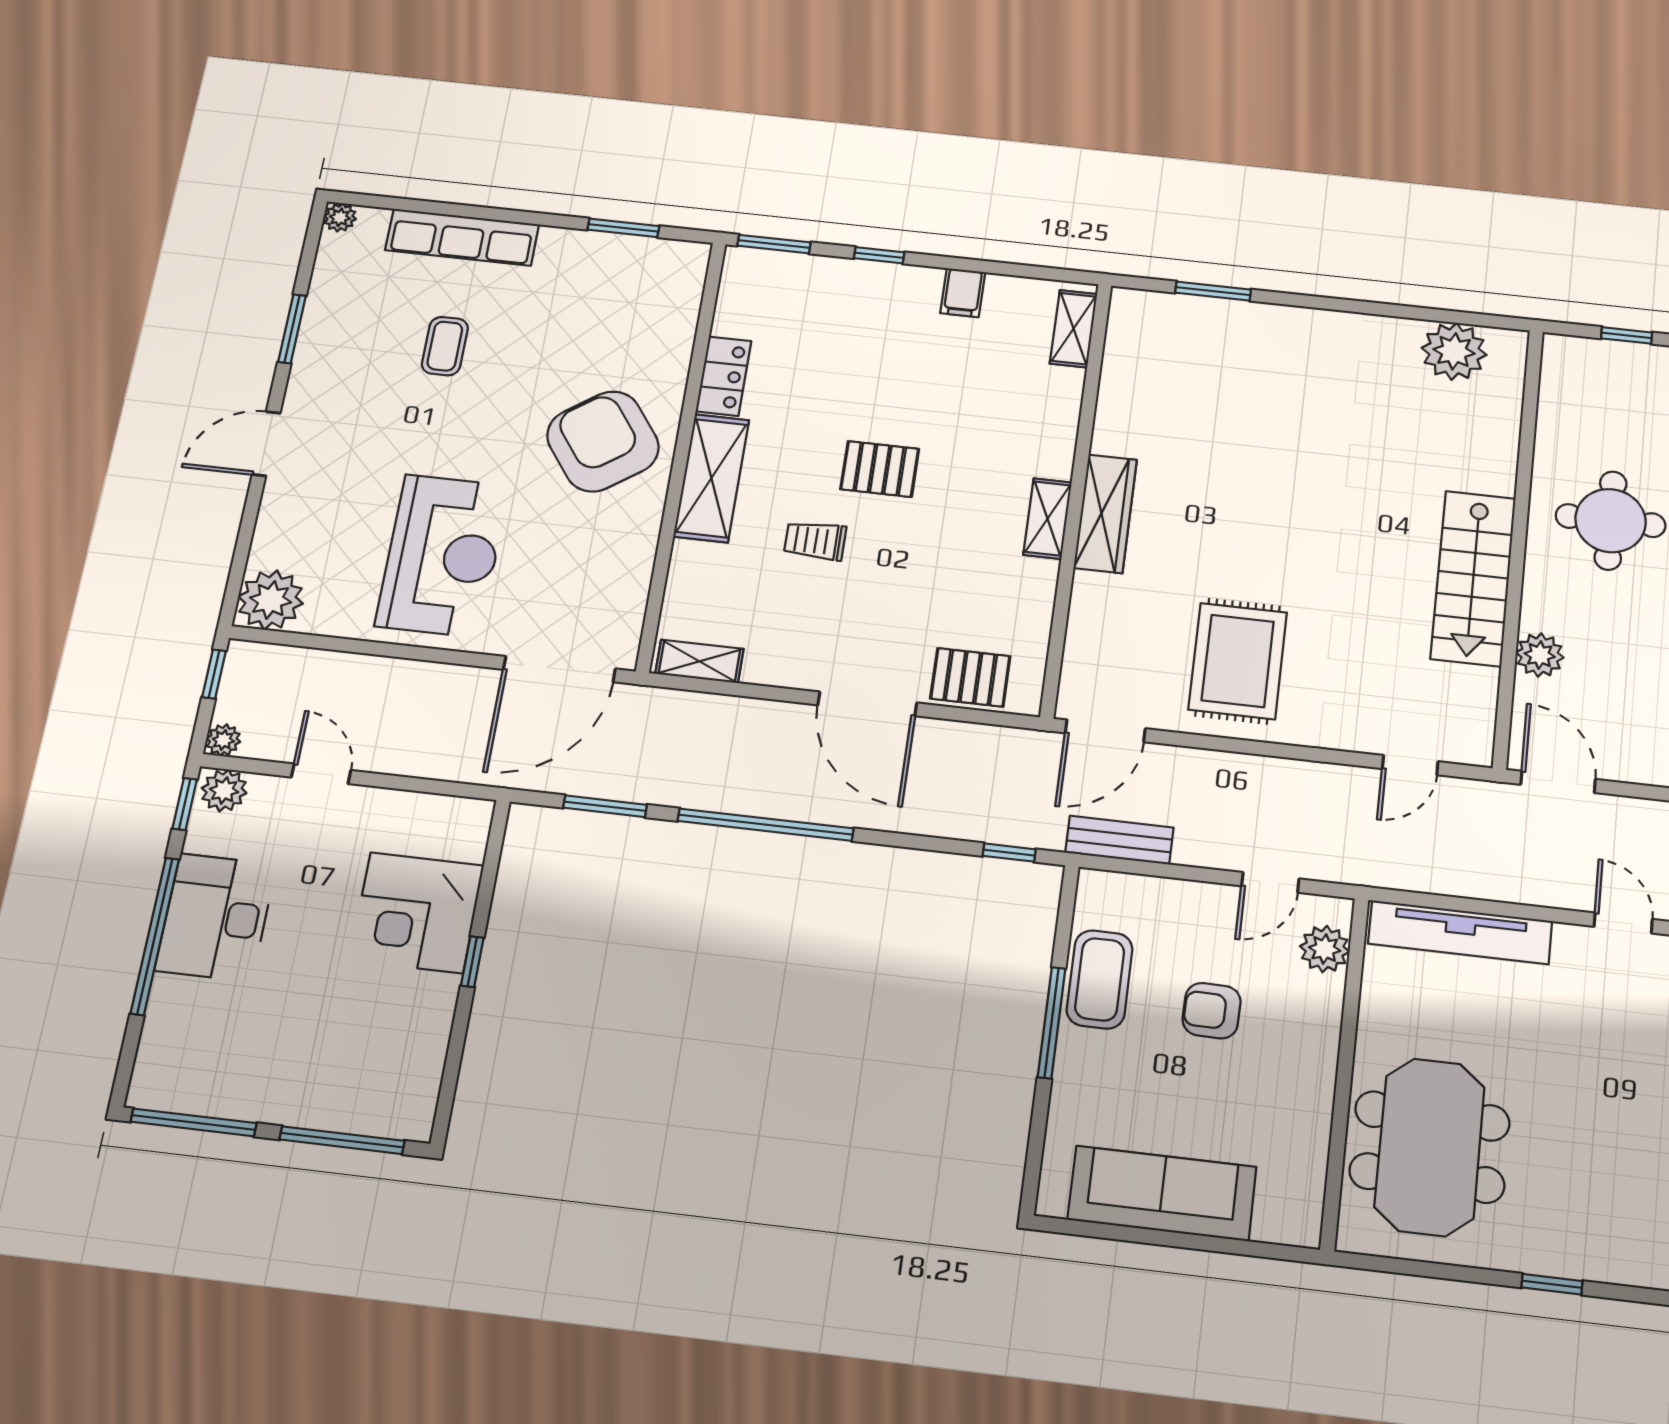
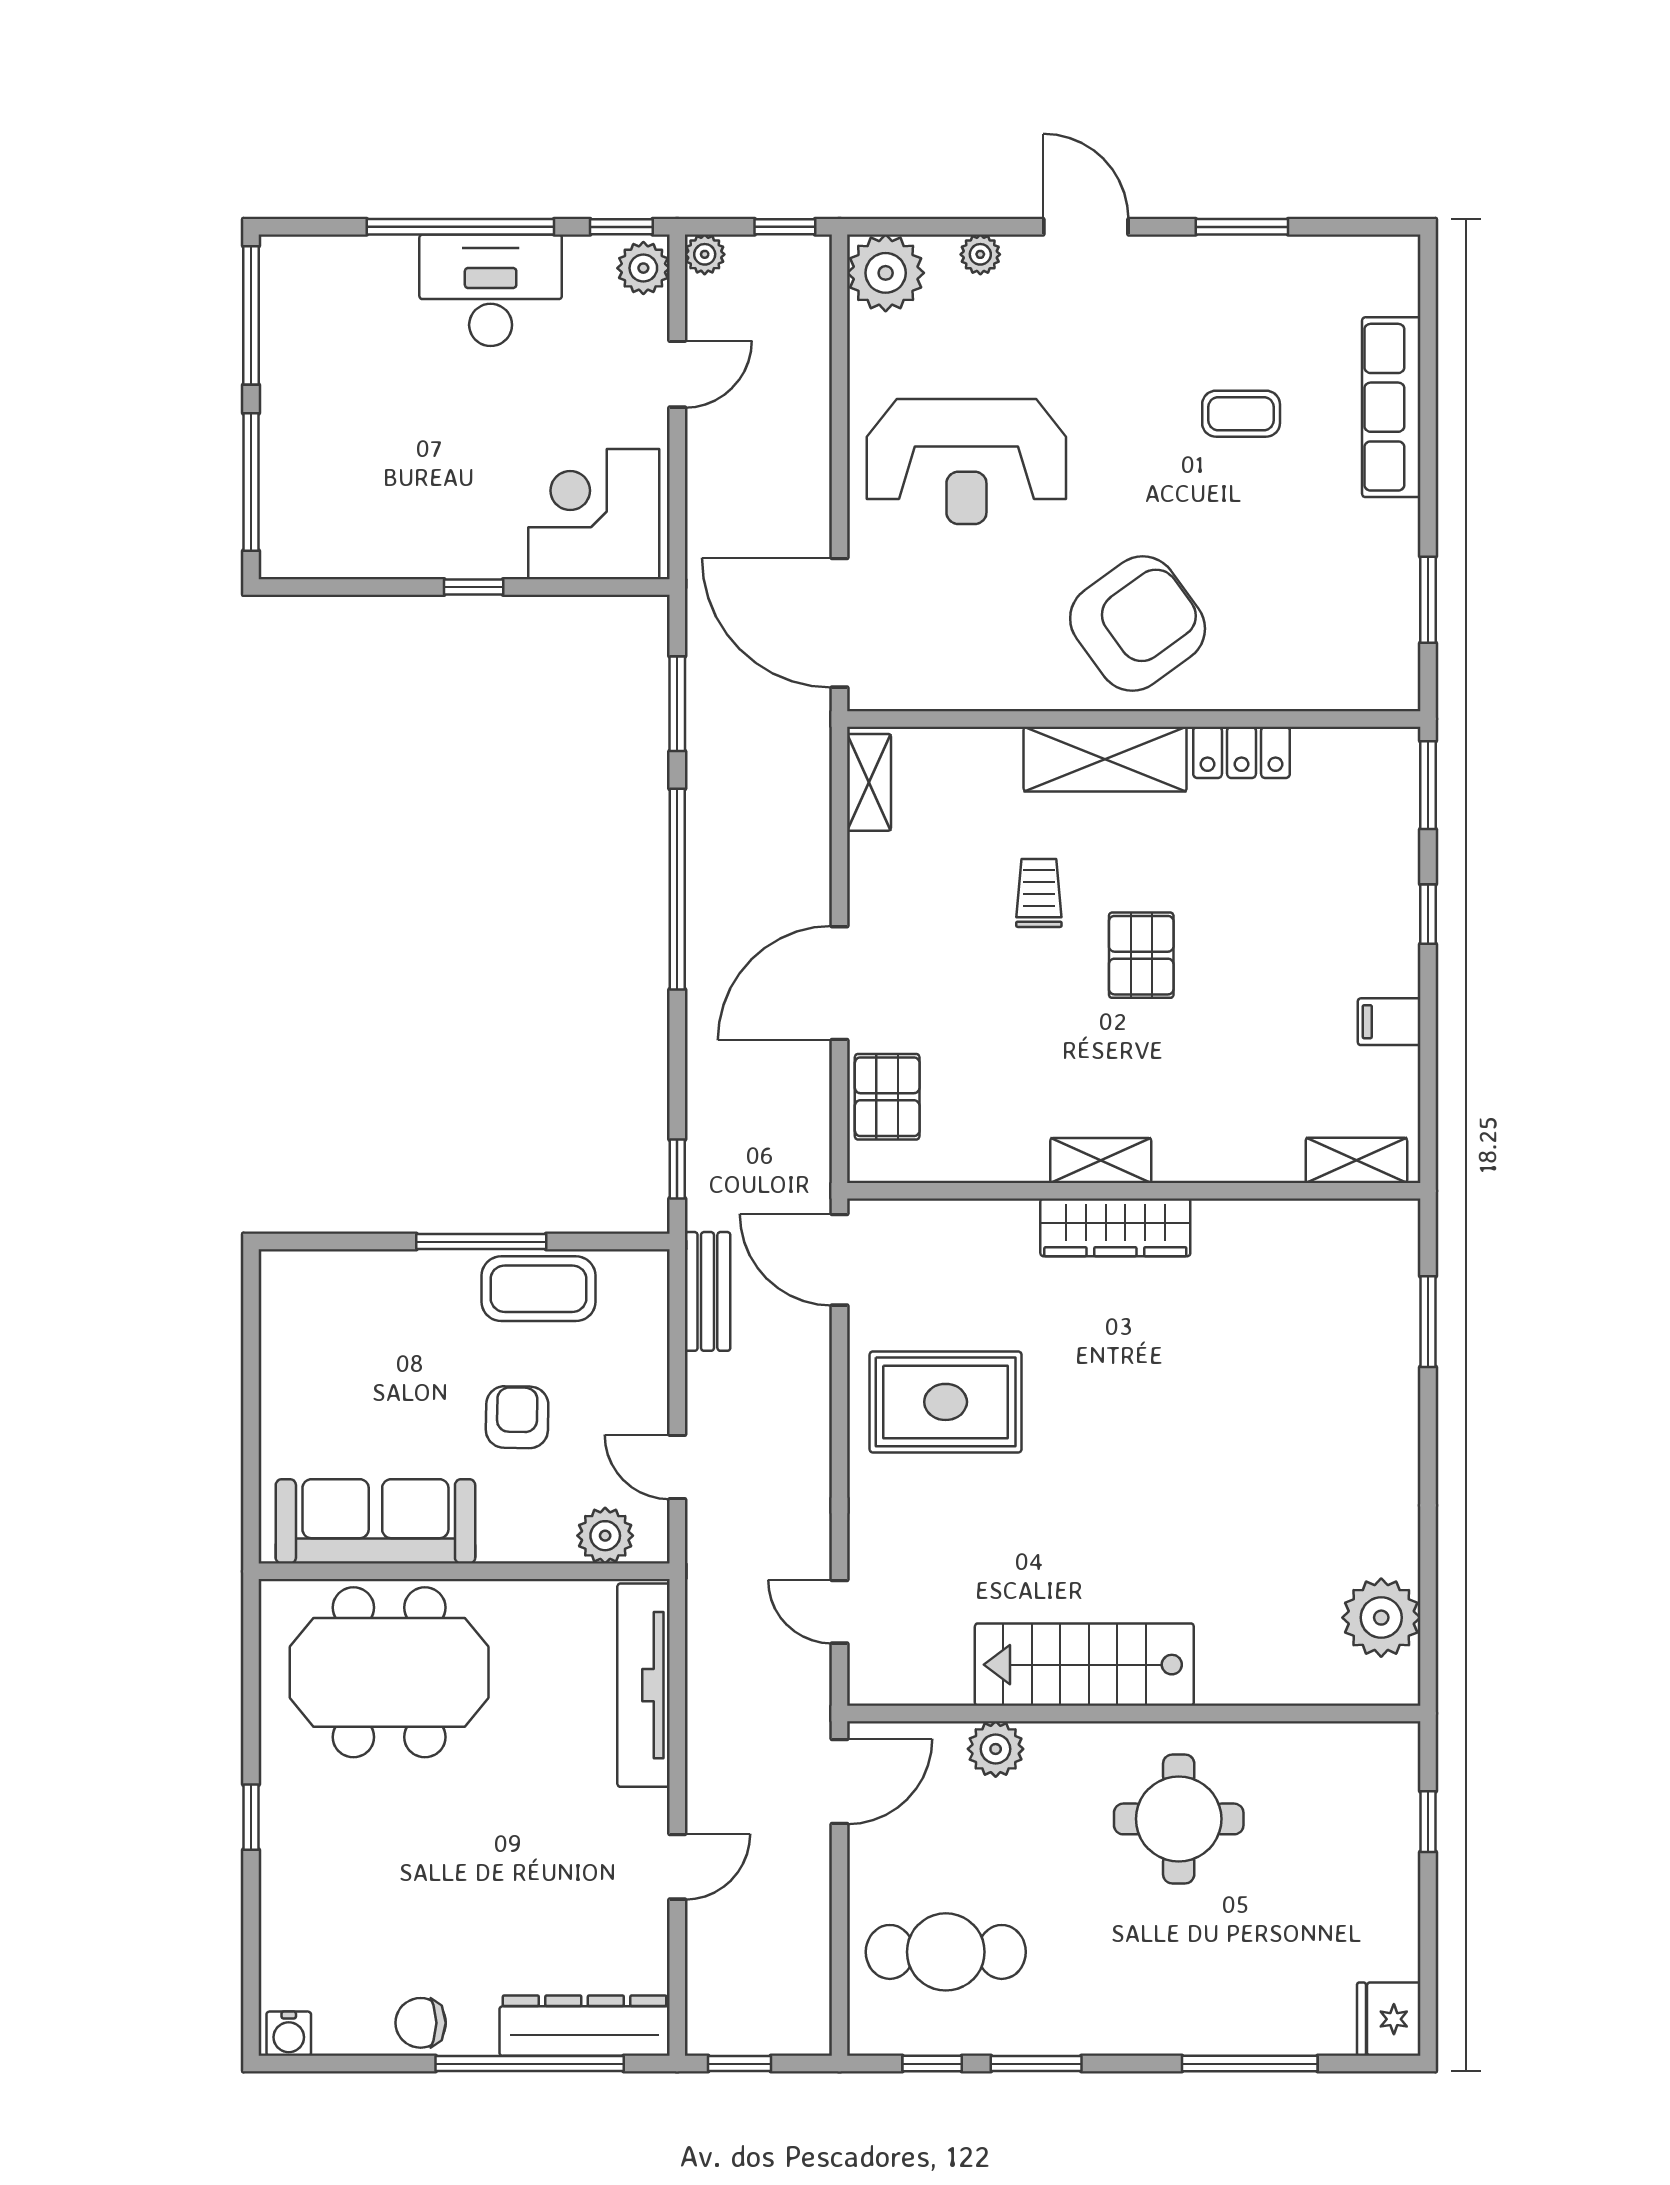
plant: (340, 217) -> (980, 254), moved
corner desk: (417, 913) -> (594, 514), moved
sofa: (1162, 1193) -> (375, 1521), moved, turned -90

